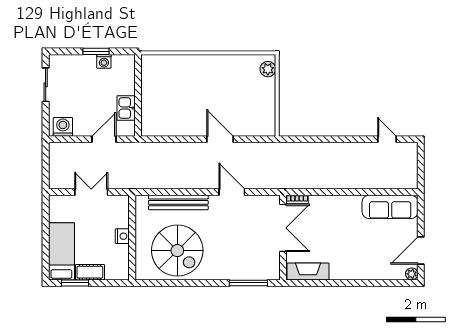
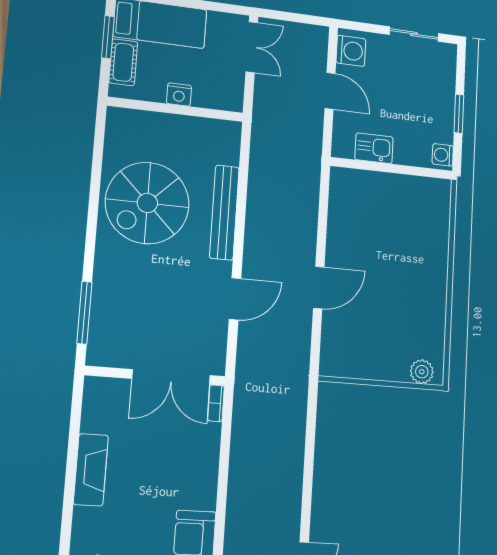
washing machine: (104, 61) -> (443, 155), moved
door: (104, 139) -> (330, 91), moved
double door: (91, 192) -> (252, 47), moved
nightstand: (122, 236) -> (179, 95), moved
wall: (132, 238) -> (176, 109), moved
fireplace: (308, 271) -> (91, 470), moved

